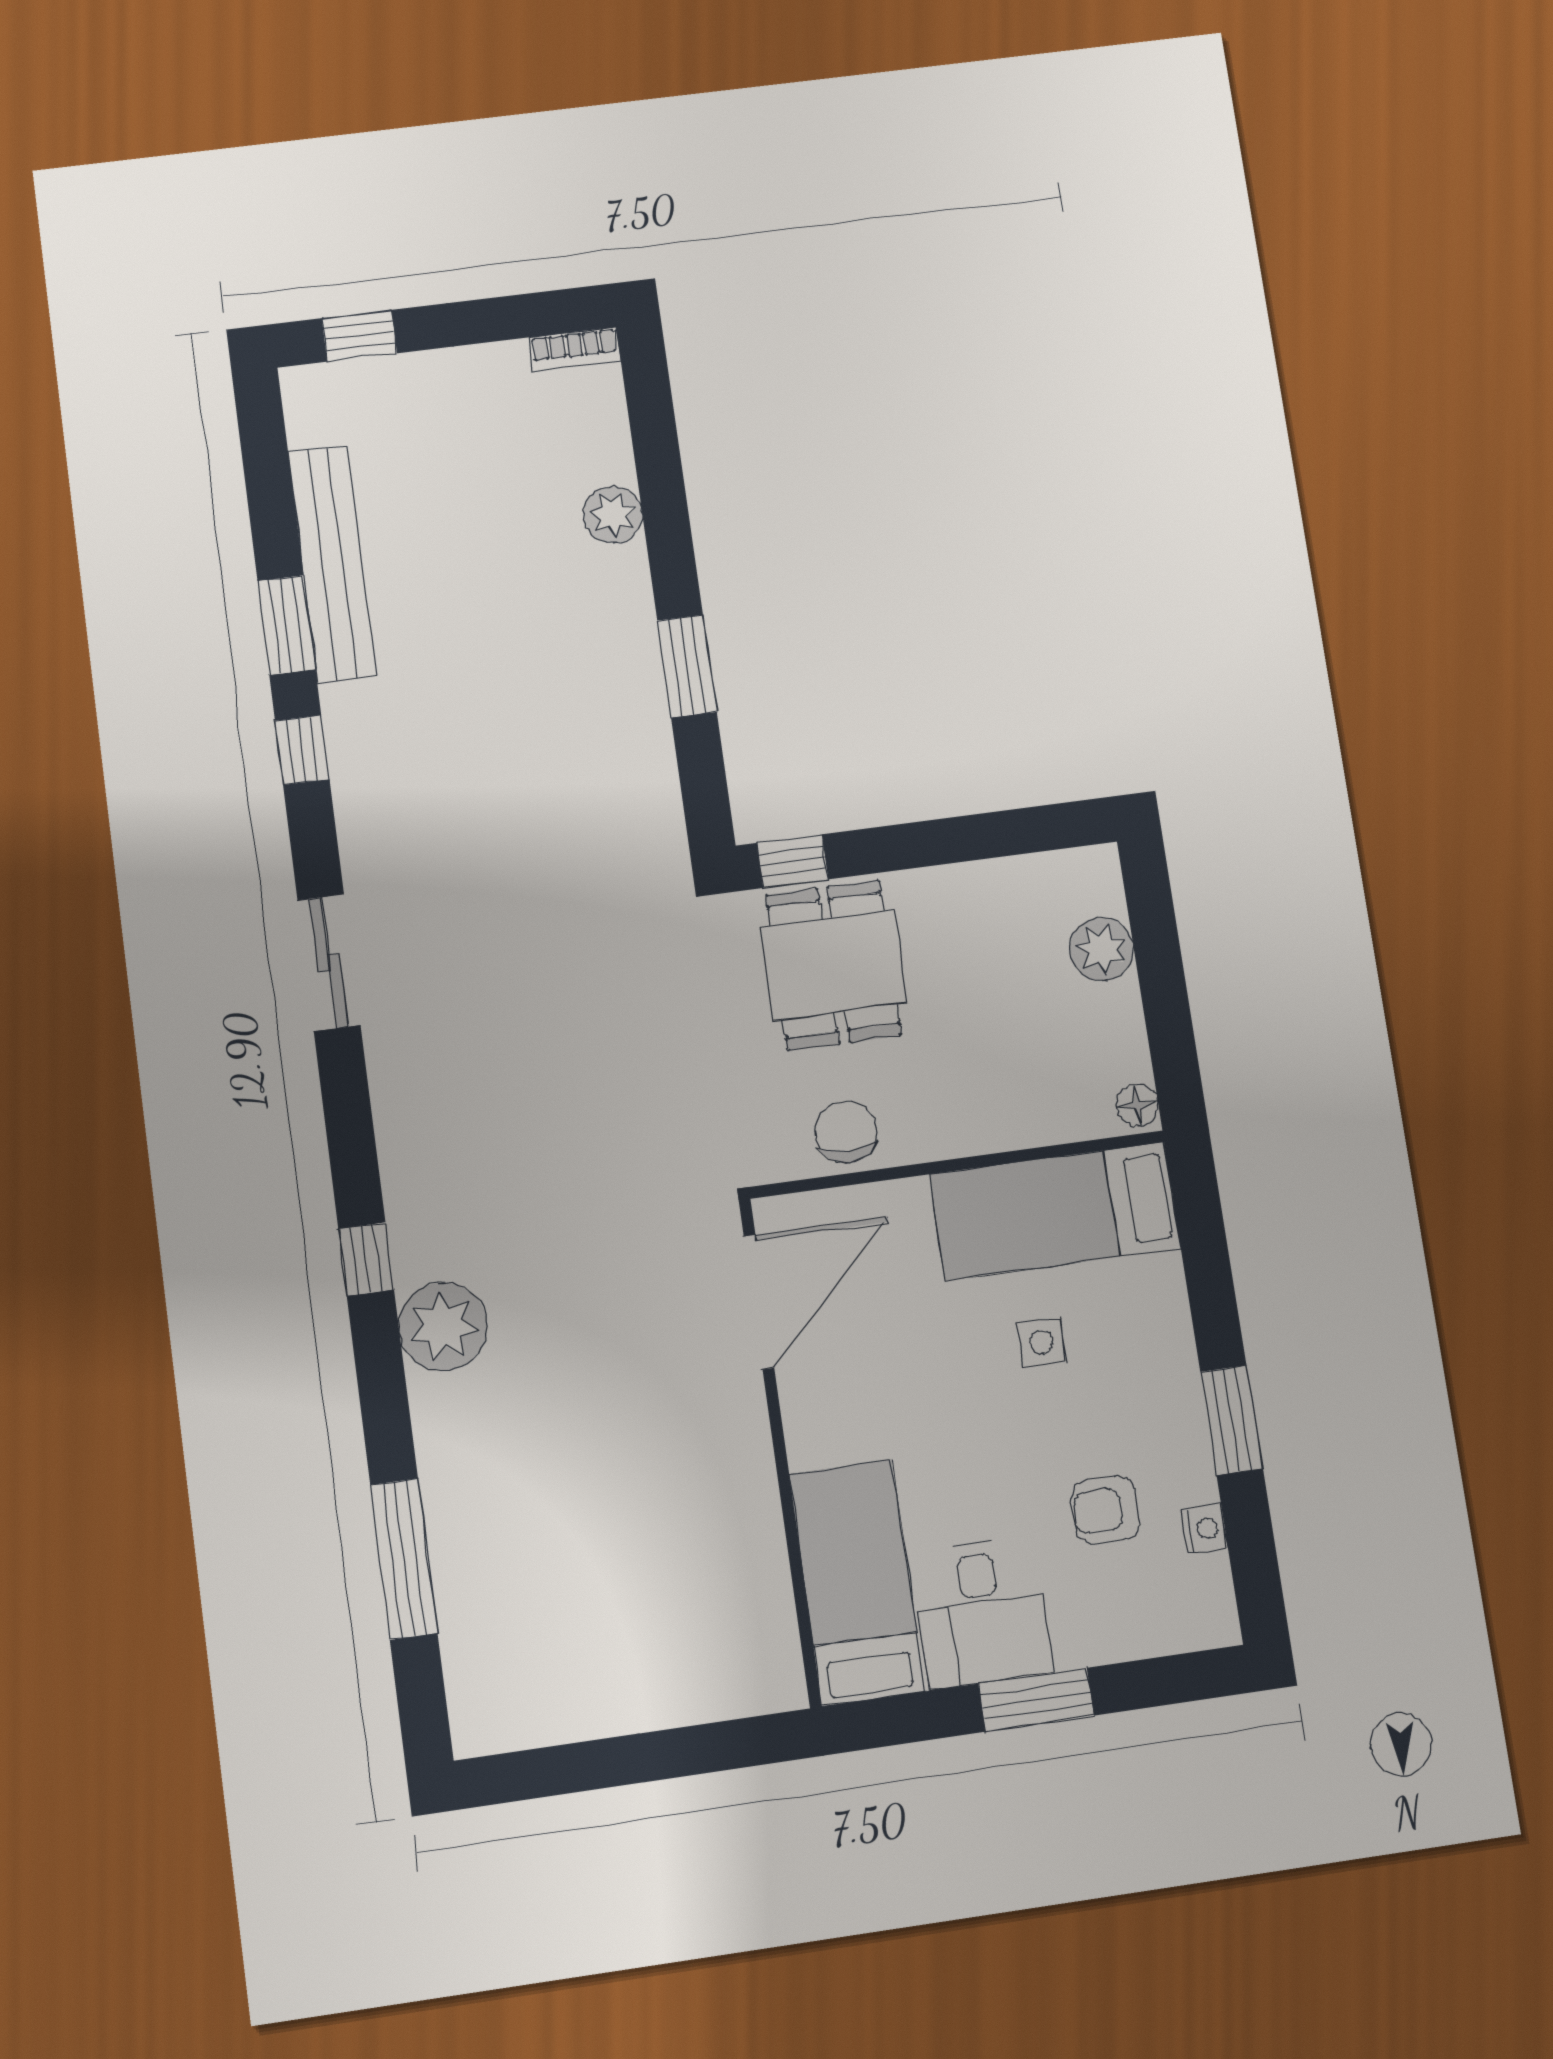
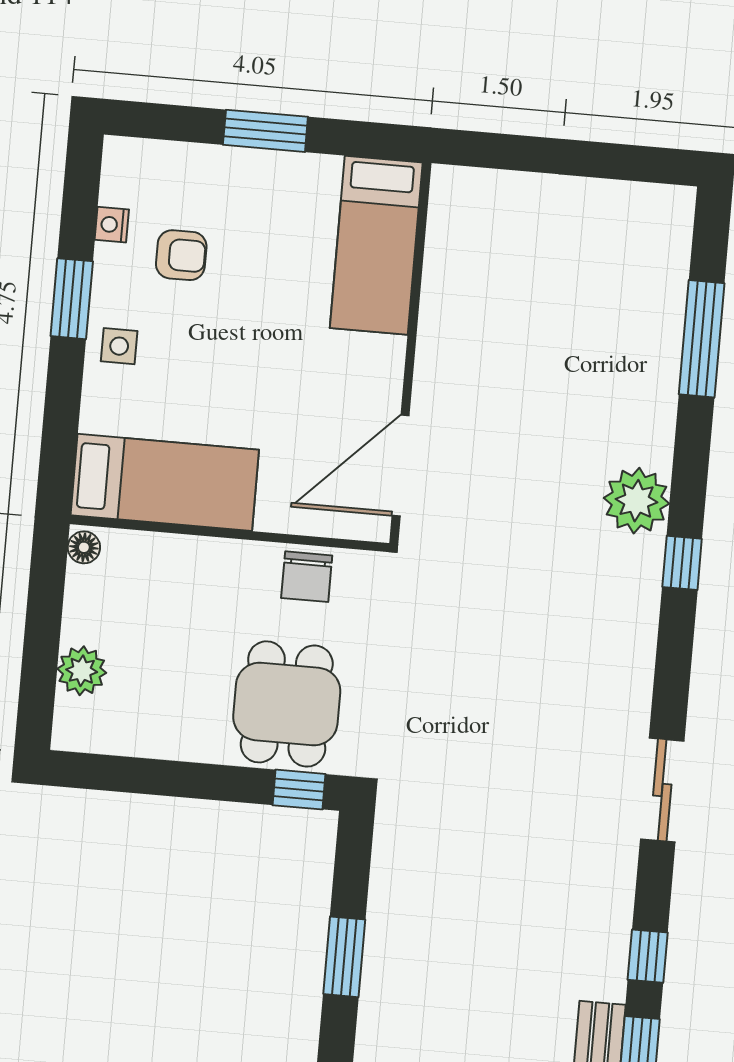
side table: (1041, 1342) -> (119, 346), moved
desk: (982, 1613) -> (290, 202), removed

